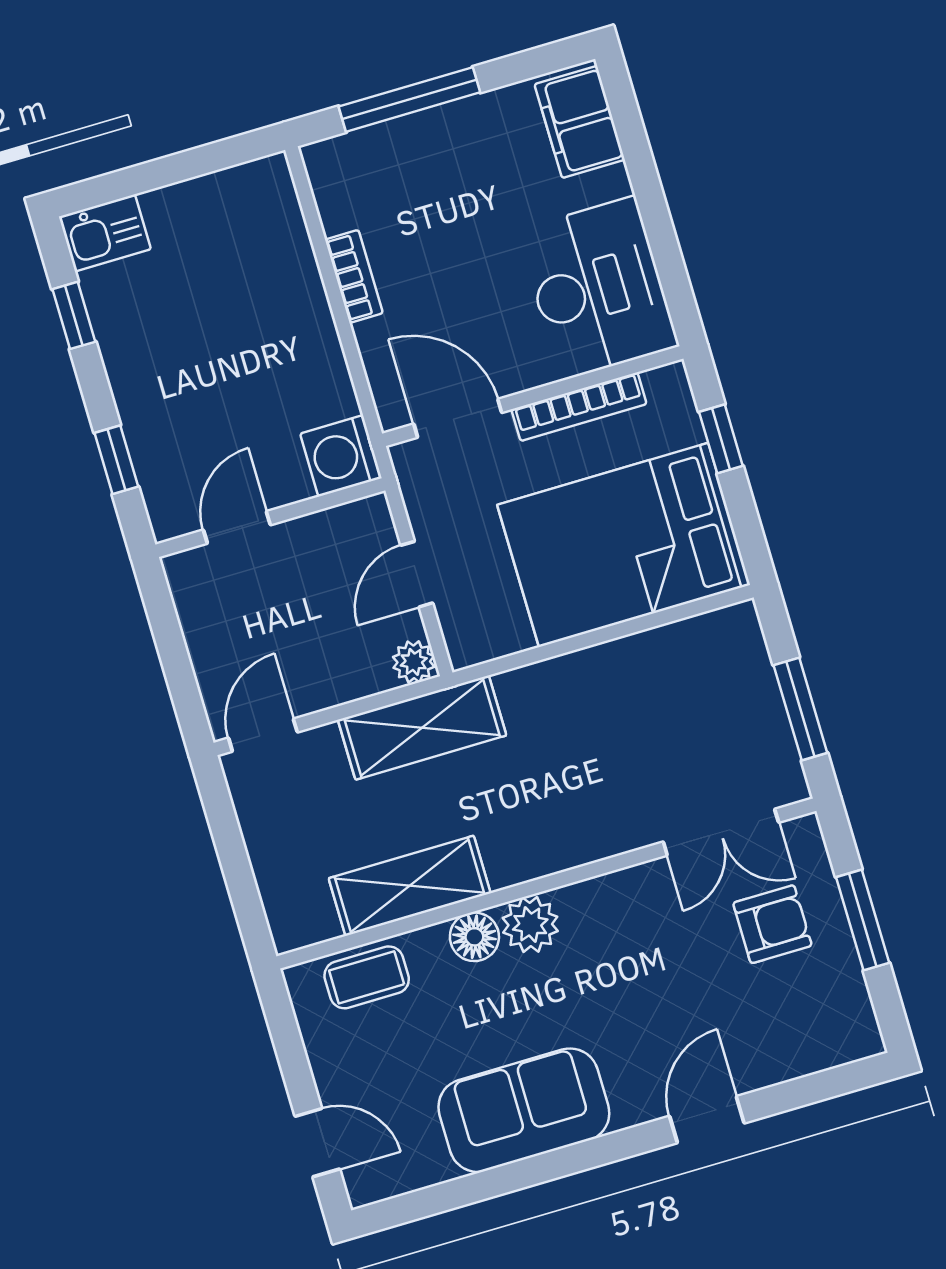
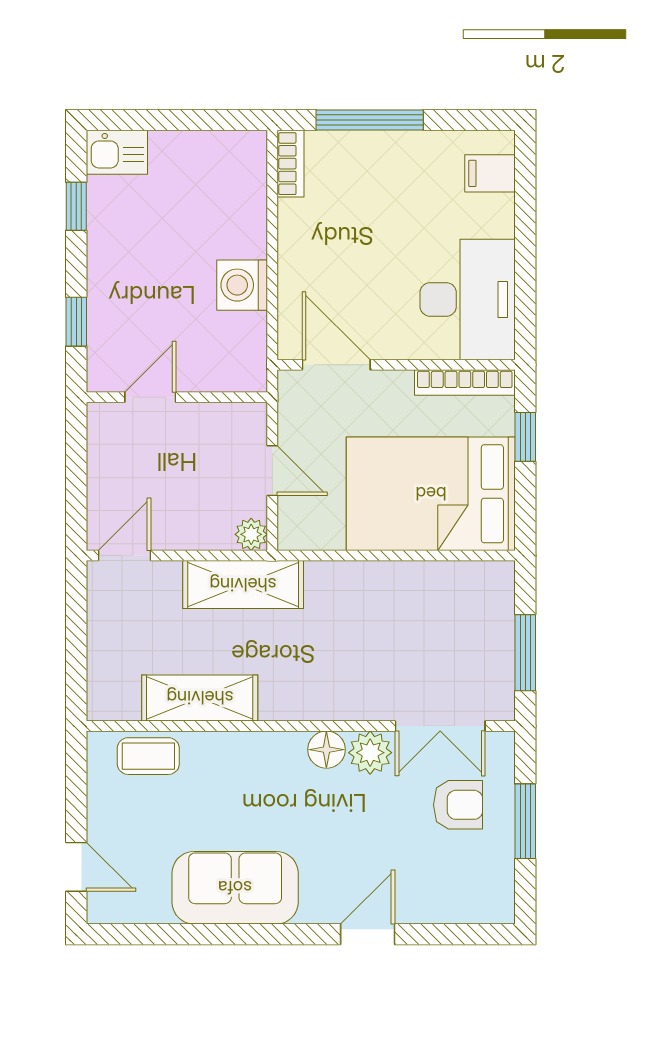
filing cabinet: (580, 122) -> (490, 173), width x0.50
bookcase: (354, 276) -> (291, 164), moved
bookcase: (579, 407) -> (465, 383), moved
washing machine: (341, 456) -> (242, 285), moved
door: (417, 574) -> (272, 471), swing flipped
plant: (530, 925) -> (370, 753), moved
floor lamp: (474, 937) -> (326, 750), moved

